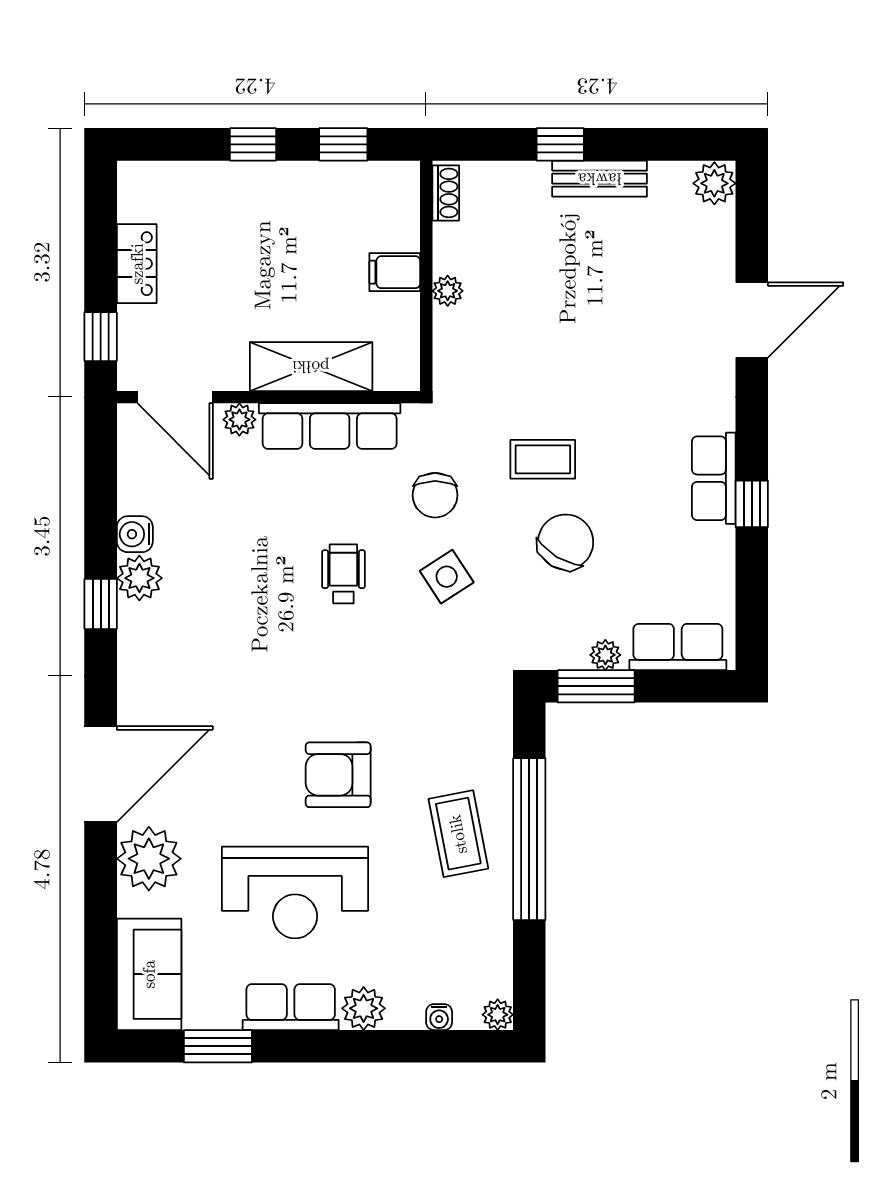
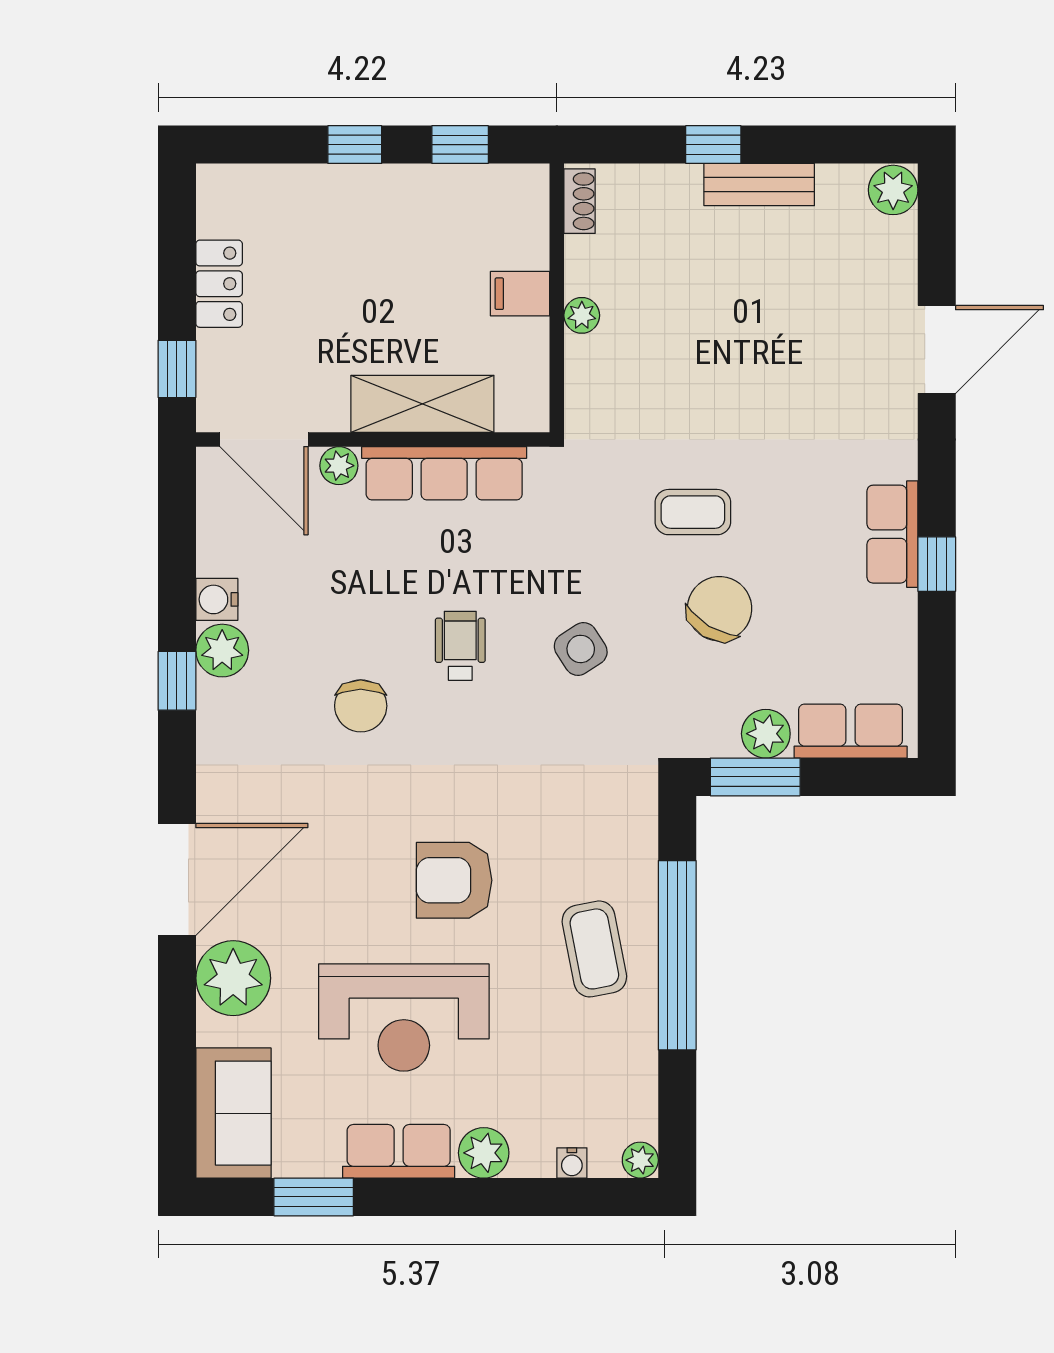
chair: (435, 495) -> (361, 706), moved
plant: (605, 655) -> (766, 734), width x1.38, depth x1.38

